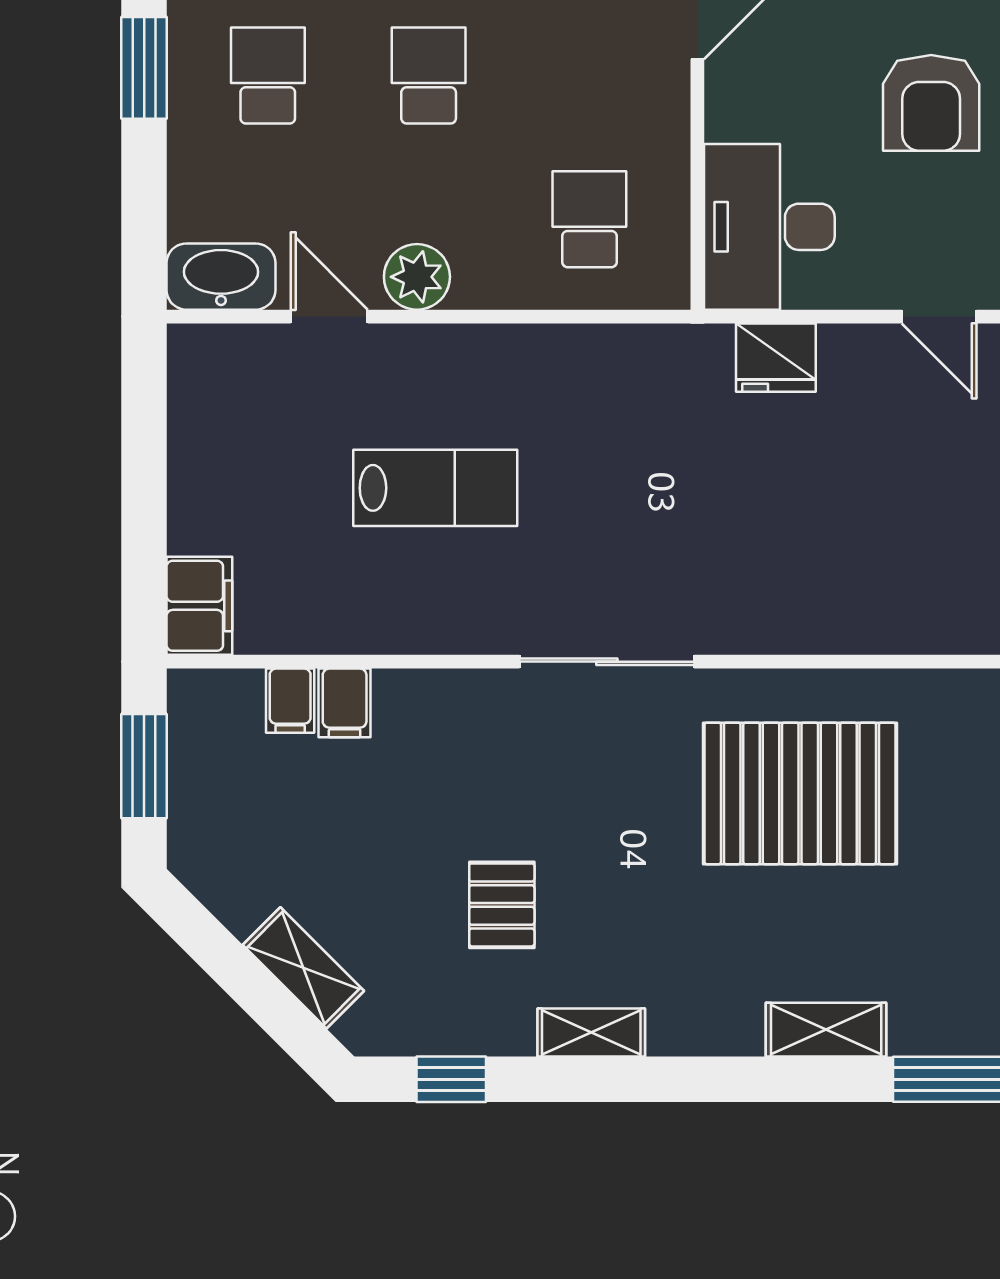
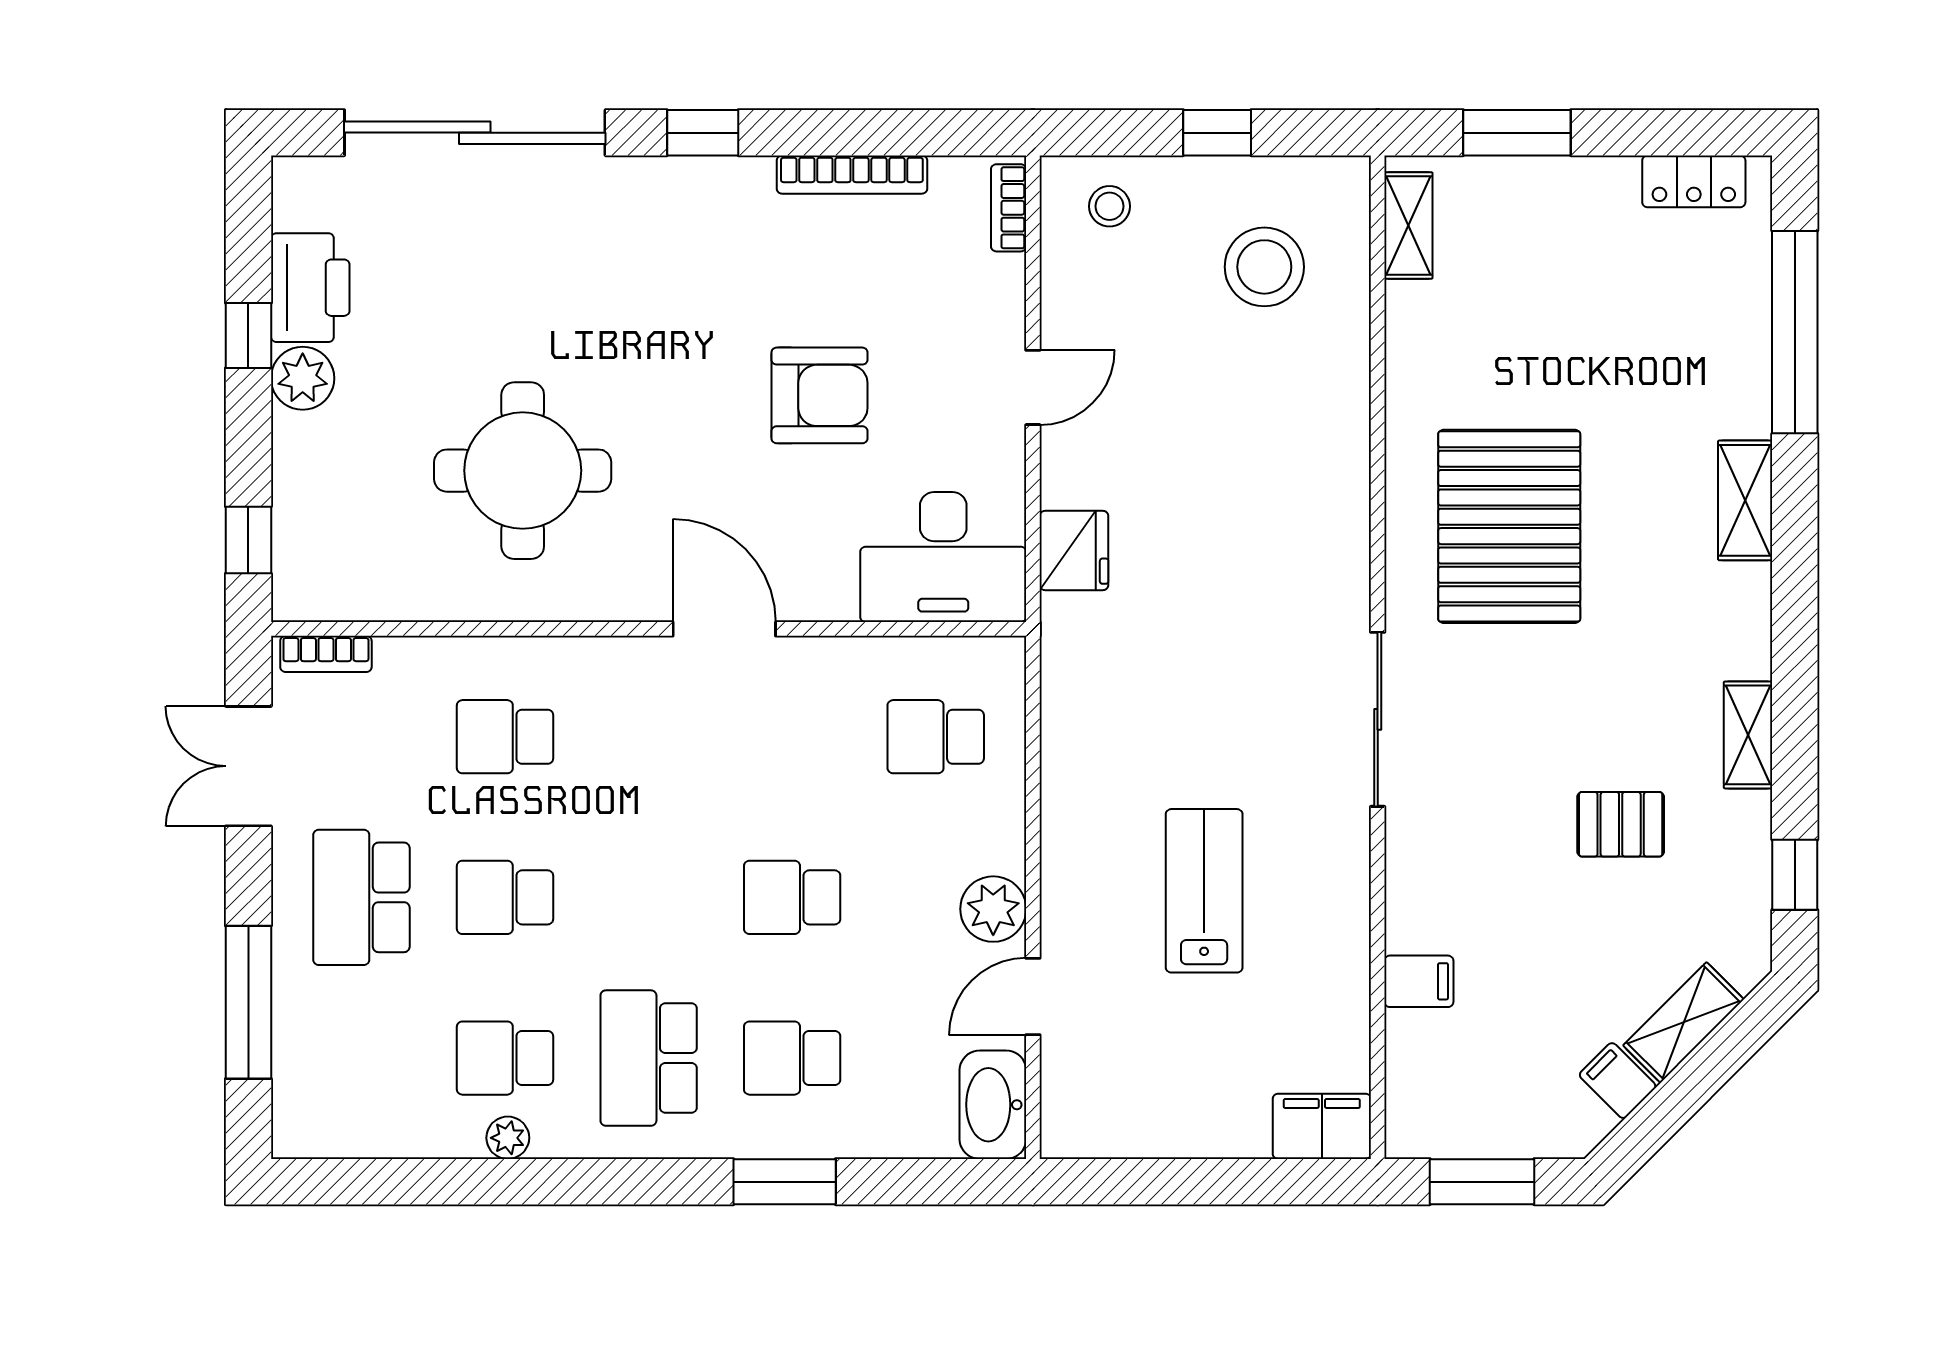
filing cabinet: (290, 701) -> (1618, 1081), moved, turned -135

